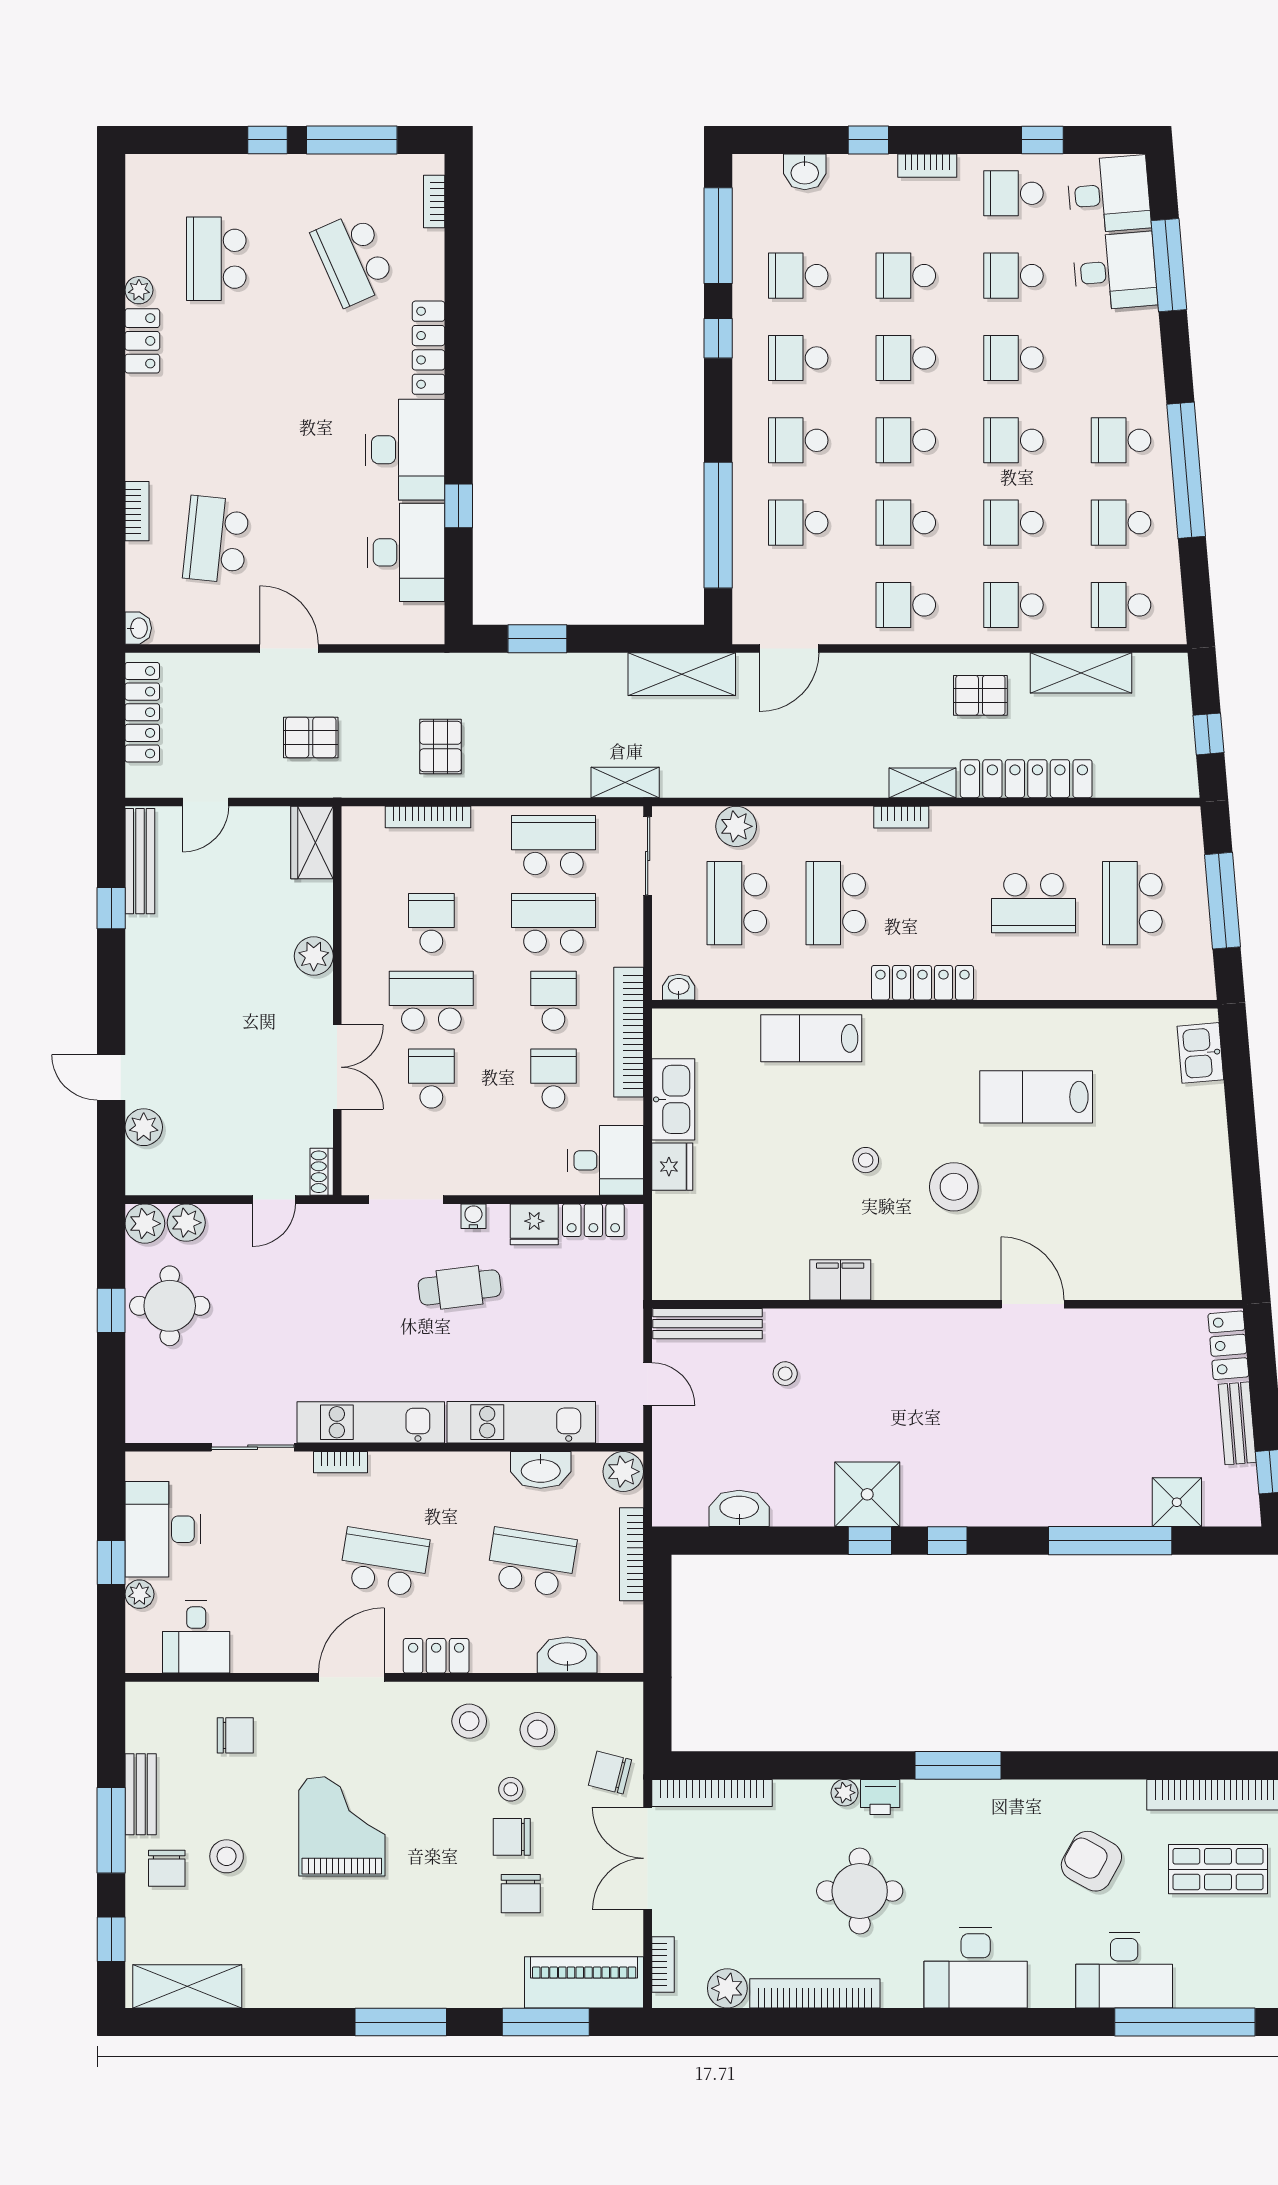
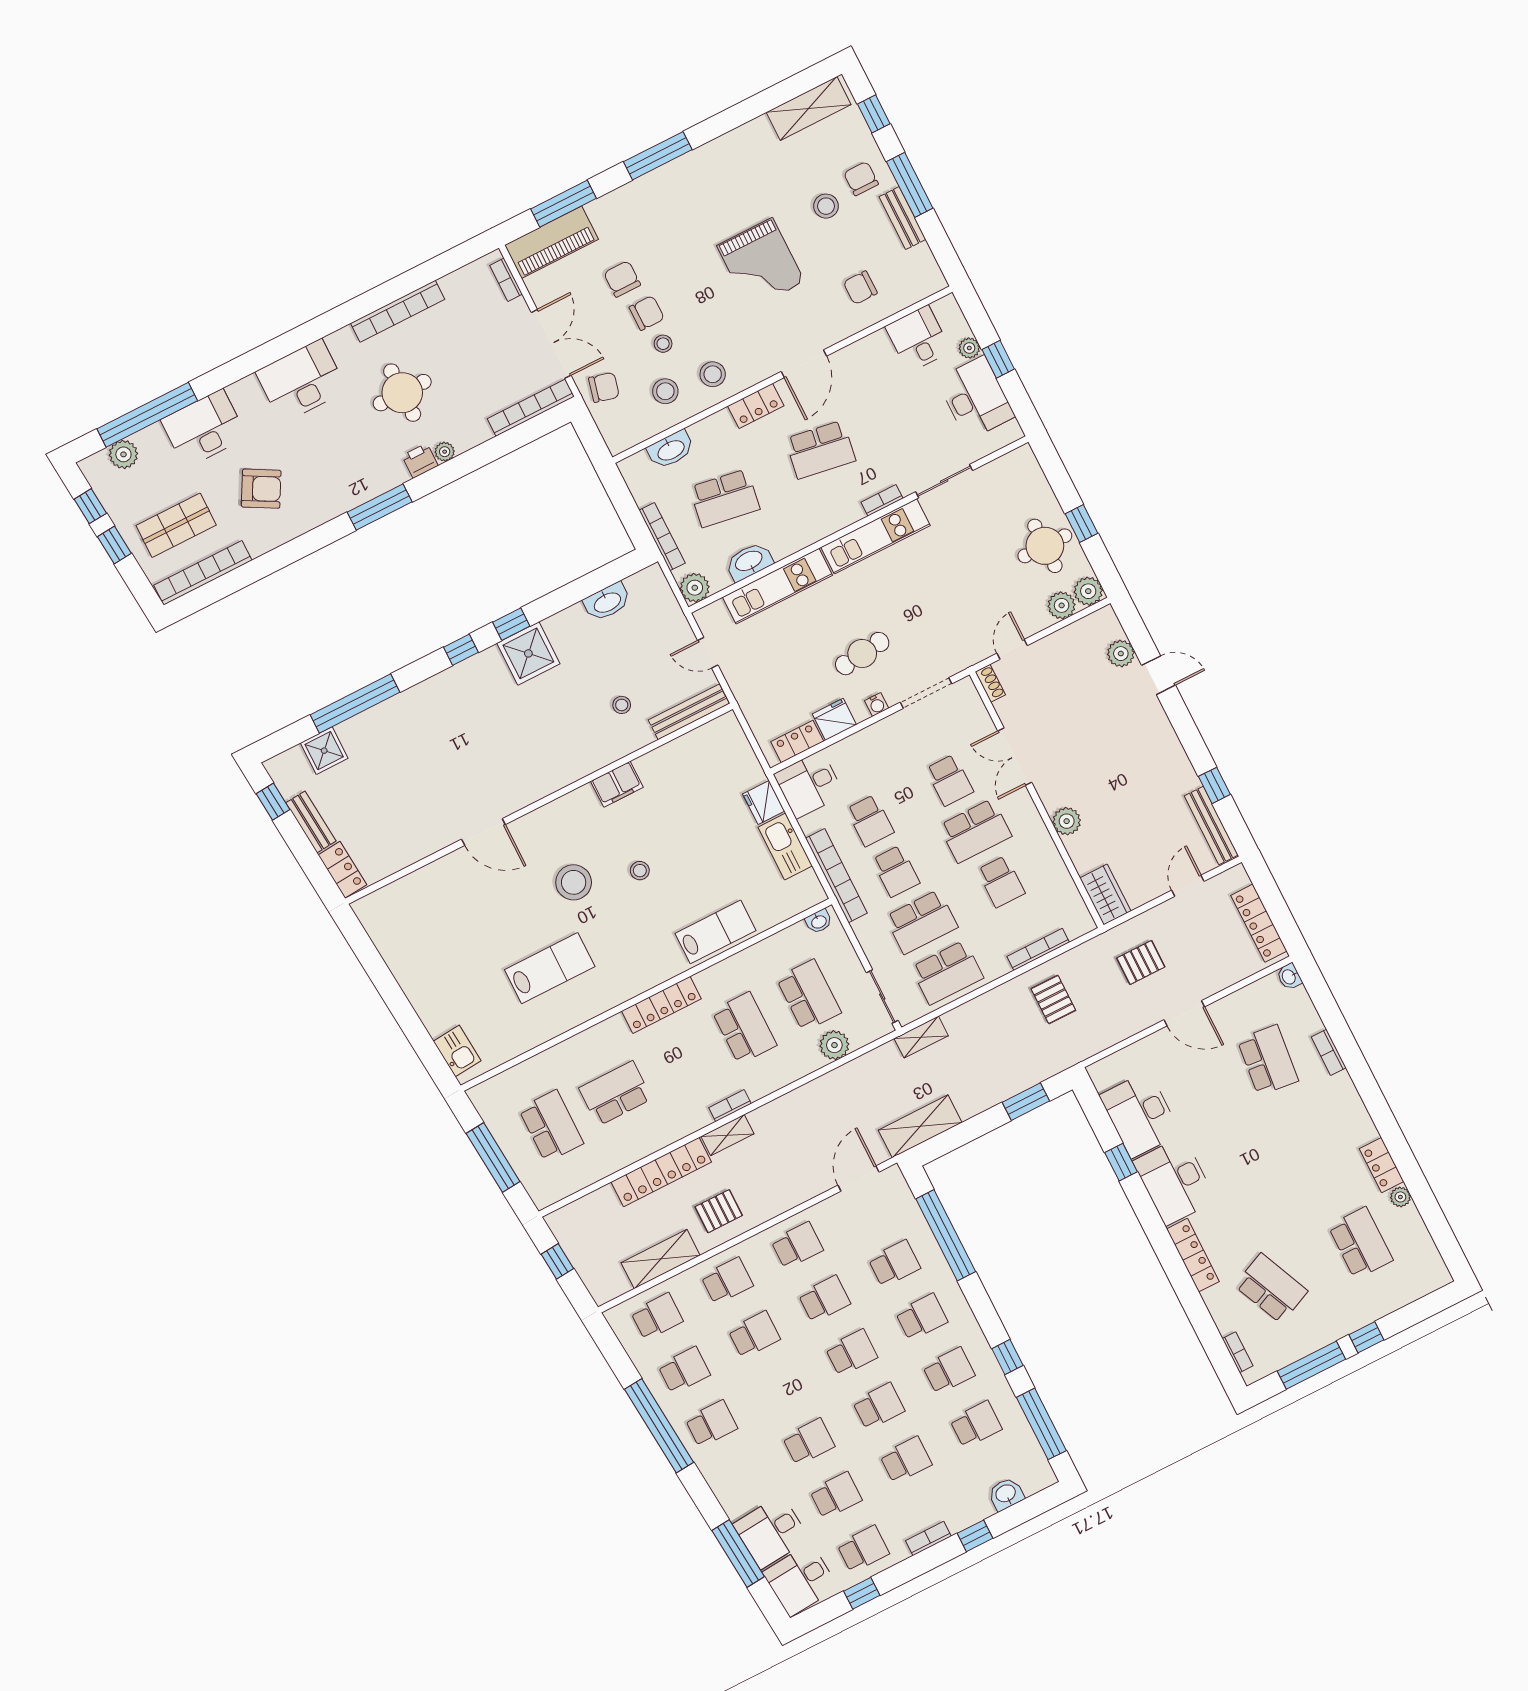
school desk: (1013, 440) -> (781, 1388), removed
plant: (727, 1988) -> (123, 454), moved

